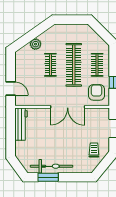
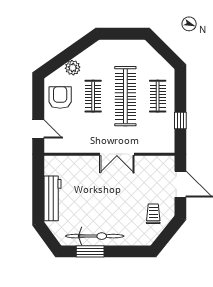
armchair: (97, 92) -> (60, 98), moved
double door: (68, 107) -> (117, 154), width x0.73
workbench: (21, 124) -> (52, 198), moved

